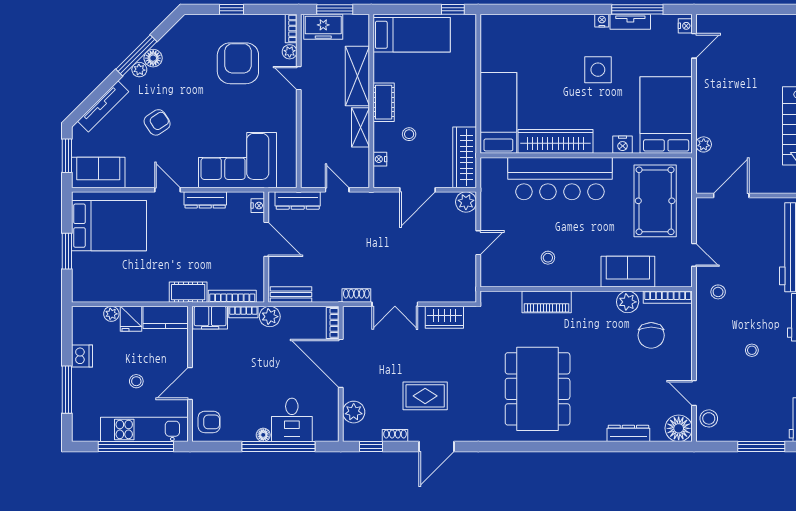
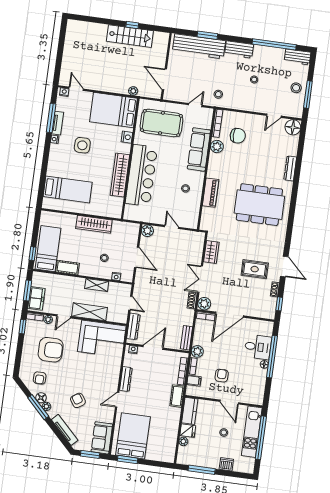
window: (231, 9) -> (22, 327), moved
window: (453, 9) -> (32, 254), moved
armchair: (187, 51) -> (40, 378), added
armchair: (238, 63) -> (51, 350), turned 180
shelving: (357, 76) -> (89, 312), moved
cot: (384, 102) -> (67, 268), moved
bed: (498, 113) -> (68, 189), moved, turned 180
wardrobe: (465, 157) -> (94, 224), moved
corner sofa: (237, 160) -> (102, 339), moved, turned -90
door: (337, 190) -> (130, 303), swing flipped
window: (67, 251) -> (128, 460), moved
sofa: (628, 272) -> (199, 149), width x1.36
double door: (395, 304) -> (200, 279), swing flipped
filing cabinet: (210, 318) -> (194, 381), width x0.50
dishwasher: (82, 356) -> (226, 464), moved
window: (67, 390) -> (202, 470), moved
rug: (425, 396) -> (255, 269), turned 90
plant: (354, 412) -> (204, 304), moved
stool: (709, 418) -> (296, 88), moved
armchair: (209, 422) -> (222, 376), moved
dresser: (628, 433) -> (290, 168), moved
window: (761, 447) -> (308, 94), moved

